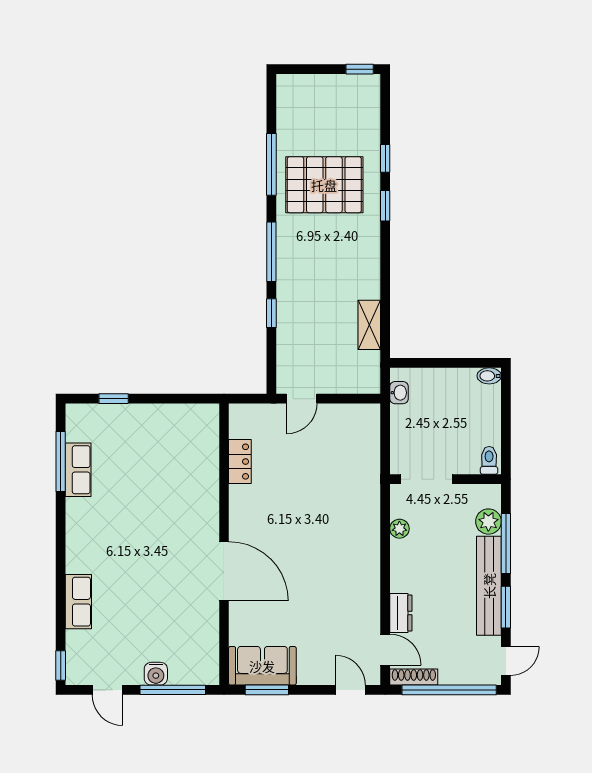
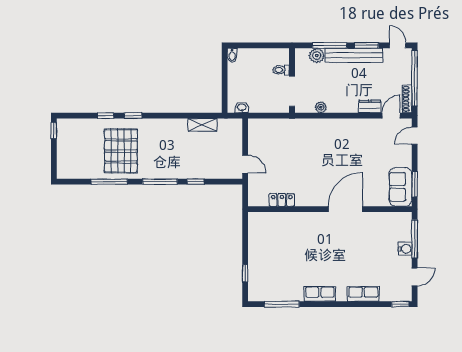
toilet: (489, 460) -> (281, 70), moved
row of seats: (78, 470) -> (320, 294), moved

